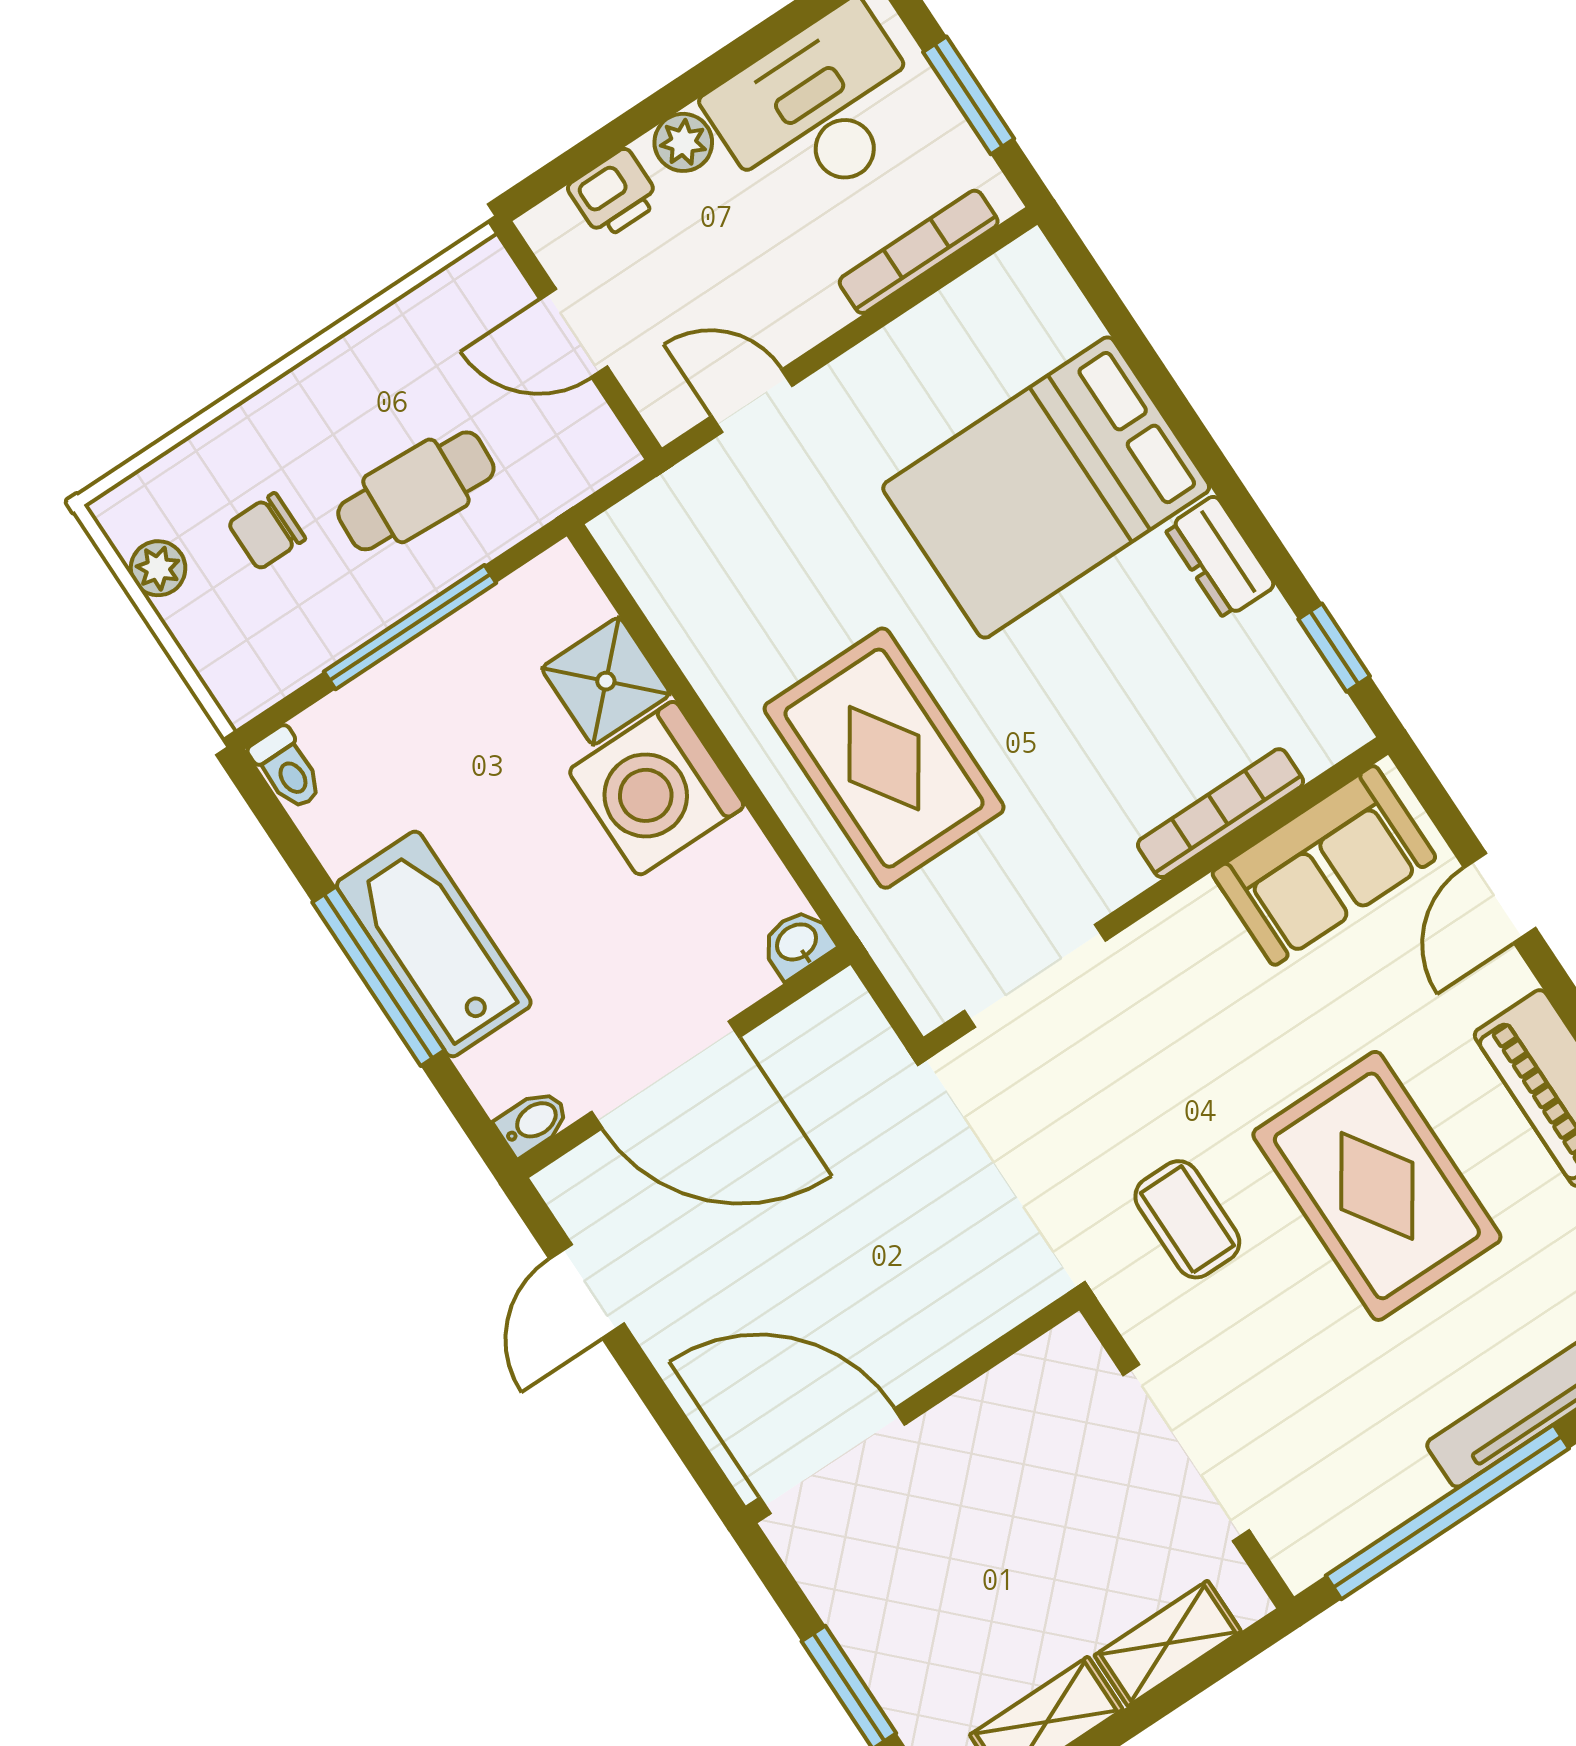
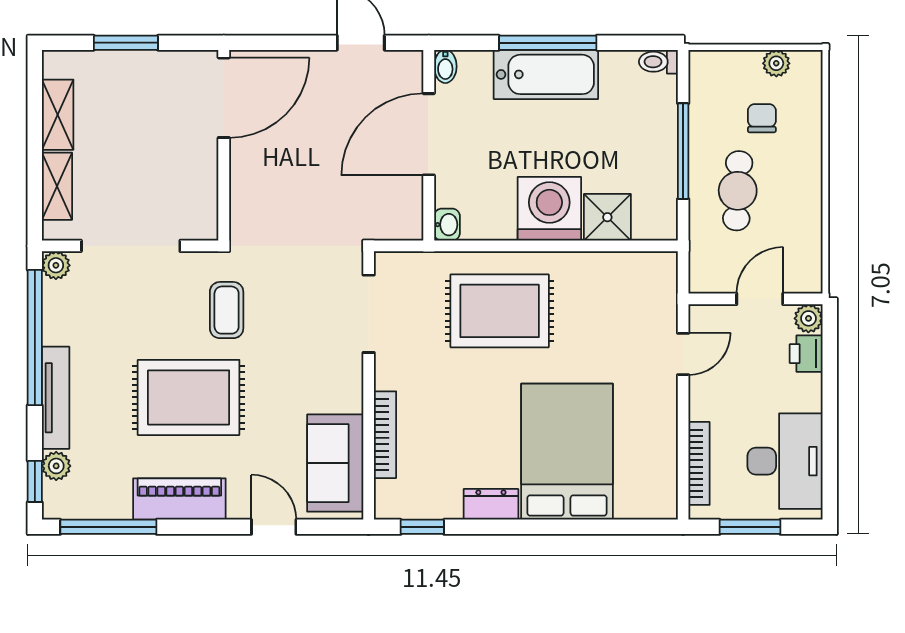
plant: (683, 142) -> (808, 318), moved
coffee table: (1187, 1219) -> (227, 310), turned 90
plant: (1302, 1557) -> (56, 265), added

